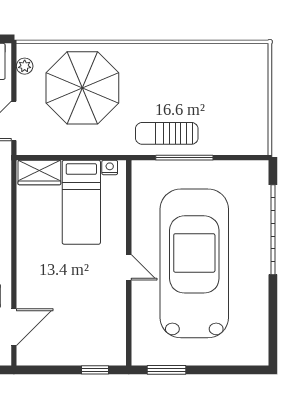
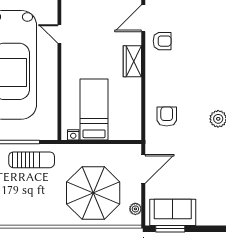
wardrobe: (39, 173) -> (132, 61), moved, turned -90
door: (129, 267) -> (59, 34), moved

